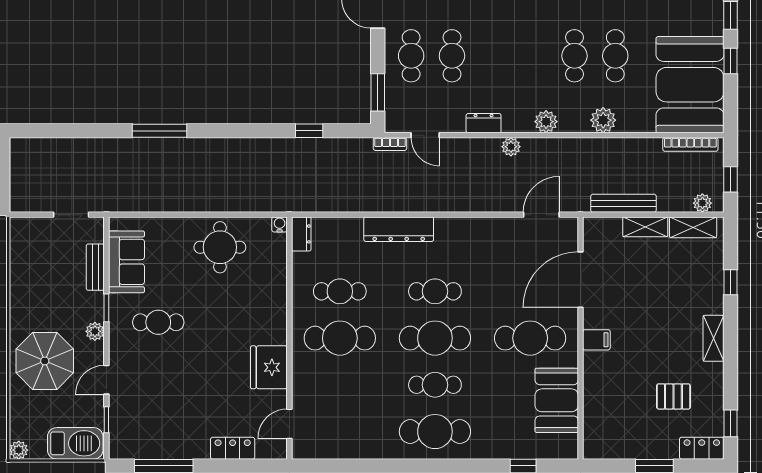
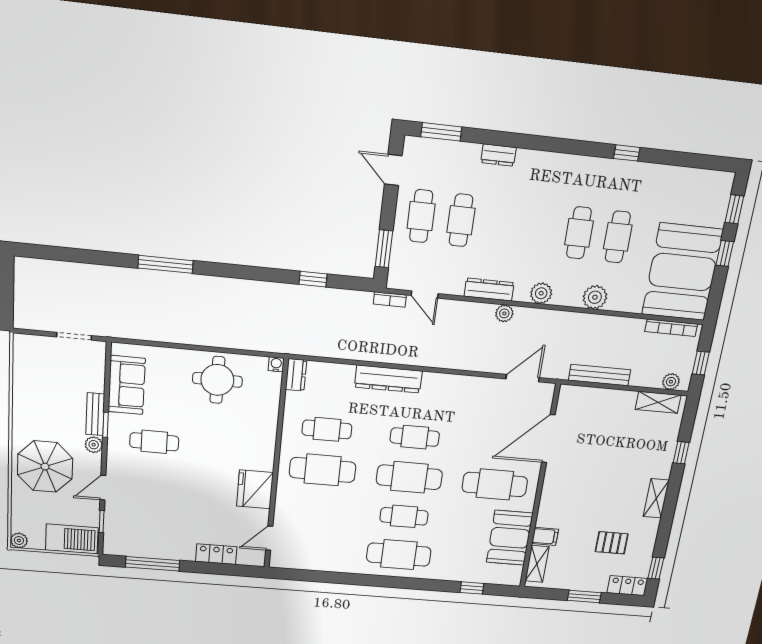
dresser: (484, 123) -> (489, 289), width x1.44
shelving: (645, 227) -> (537, 564), moved, turned 90
bench: (95, 267) -> (95, 414), moved
filing cabinet: (596, 340) -> (545, 536), moved

